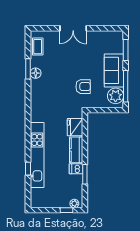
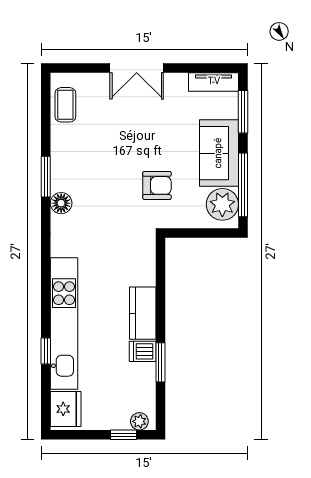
tv unit: (111, 35) -> (214, 82), added
window: (28, 69) -> (46, 177), moved
floor lamp: (36, 73) -> (61, 203), moved
fridge: (75, 127) -> (66, 409), moved, turned 180

